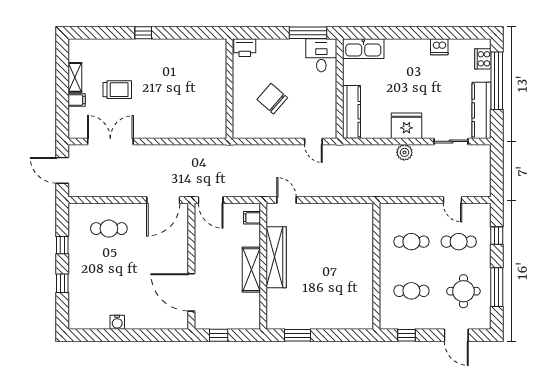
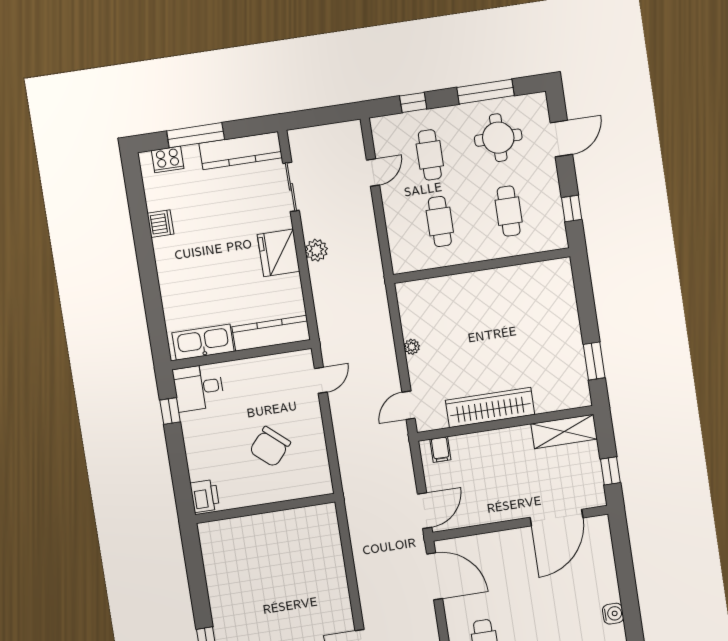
window: (308, 33) -> (170, 411), width x0.46
kitchen sink: (363, 49) -> (203, 342), moved, turned -90
window: (497, 81) -> (196, 135), width x0.68
plant: (327, 209) -> (412, 347), added
shelving: (251, 270) -> (564, 431), moved

